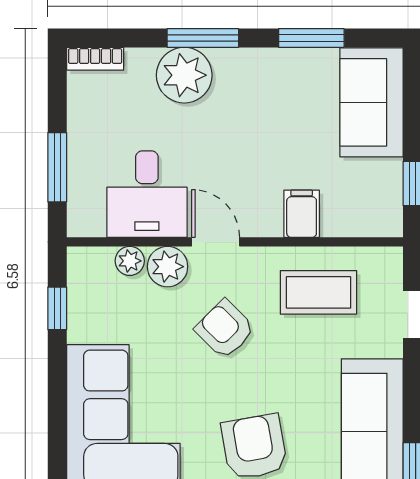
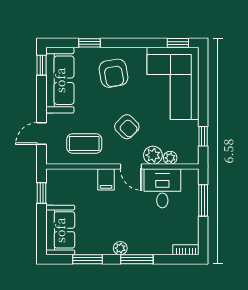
plant: (184, 75) -> (120, 248), moved, width x0.53, depth x0.53
filing cabinet: (302, 214) -> (106, 179), moved

